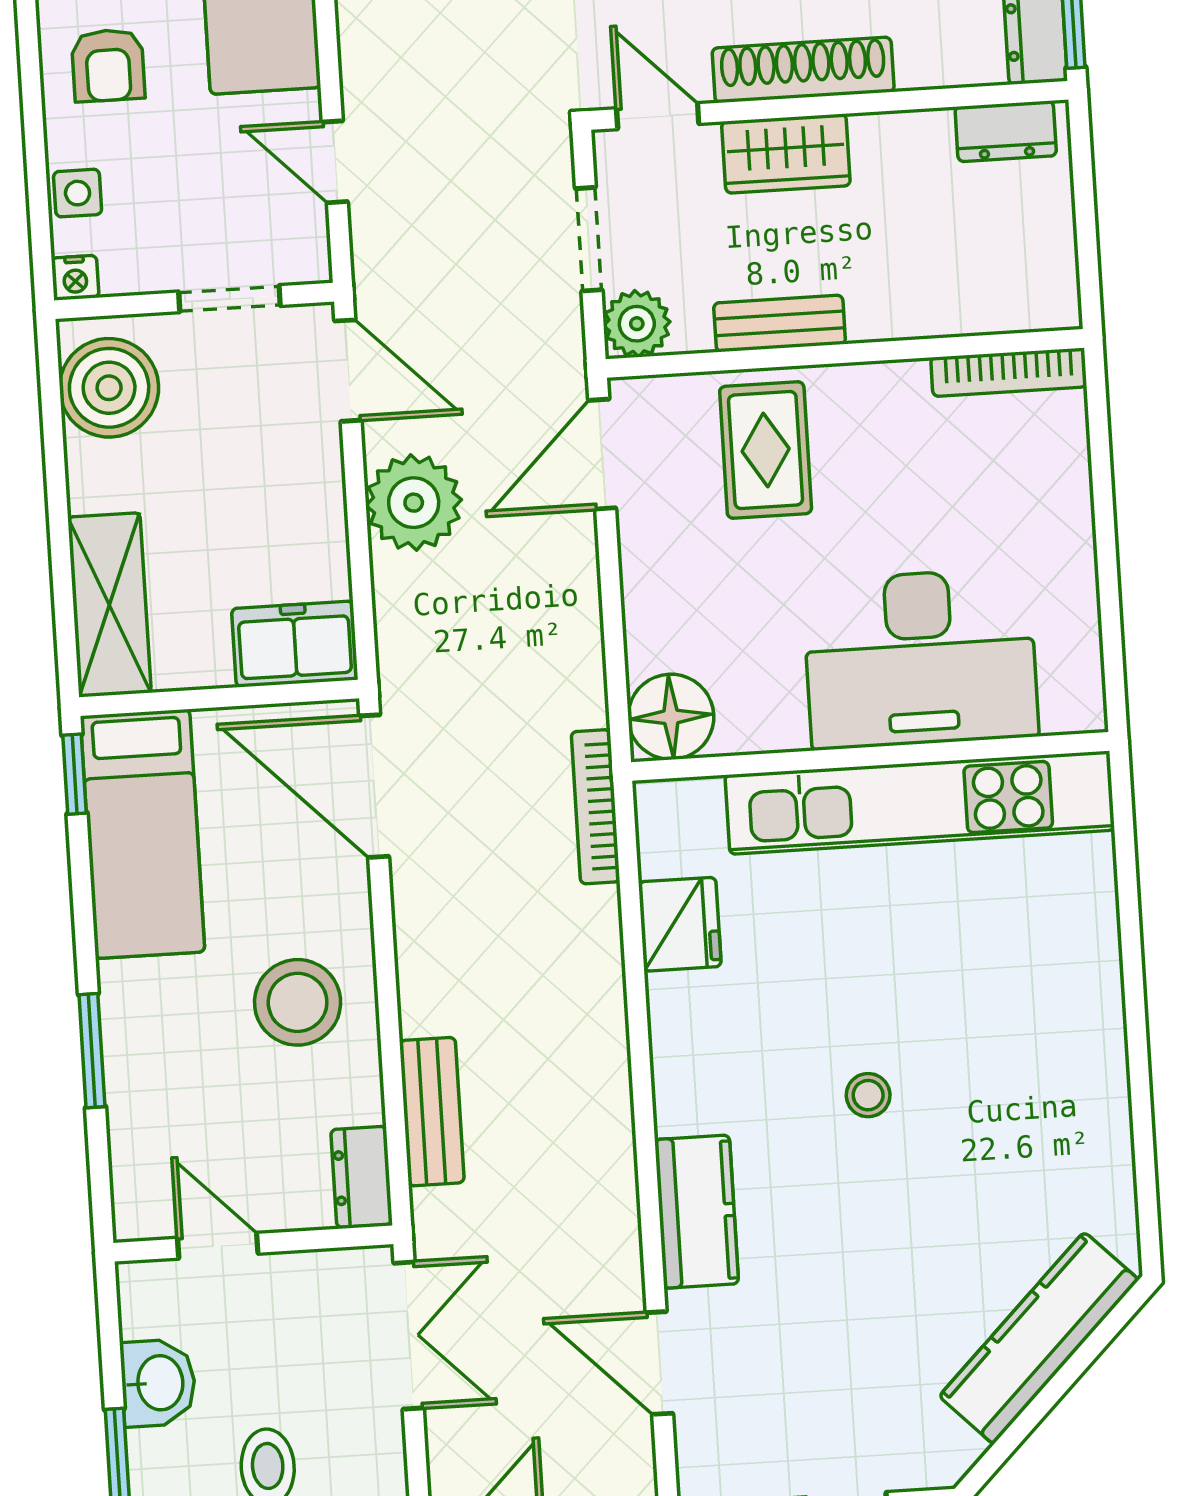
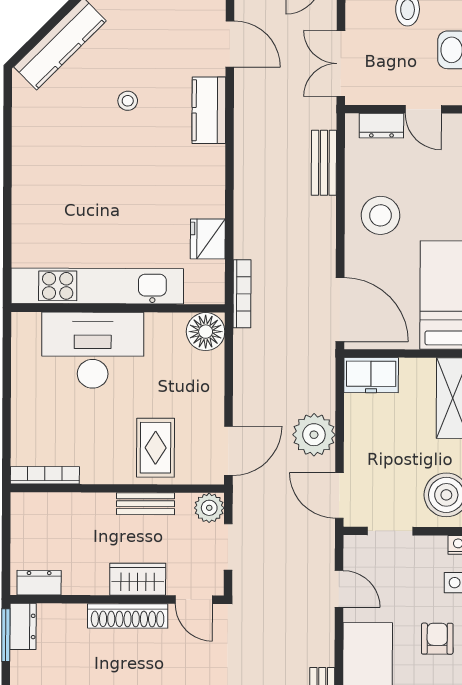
stool: (868, 1095) -> (128, 101), moved
dresser: (362, 1177) -> (381, 126), moved, turned 90

